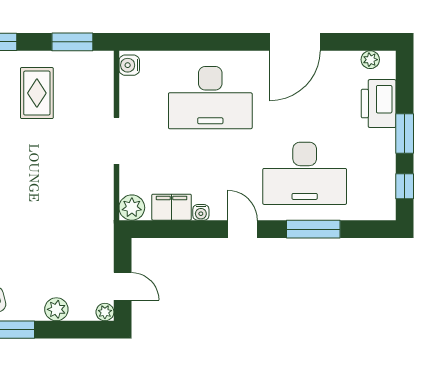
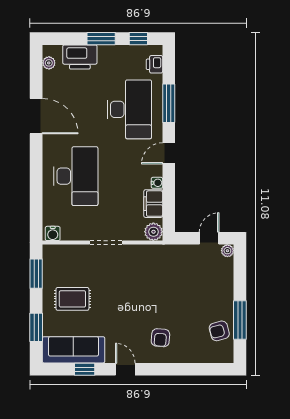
printer: (368, 209) -> (154, 64), added
plant: (56, 309) -> (225, 285), removed

